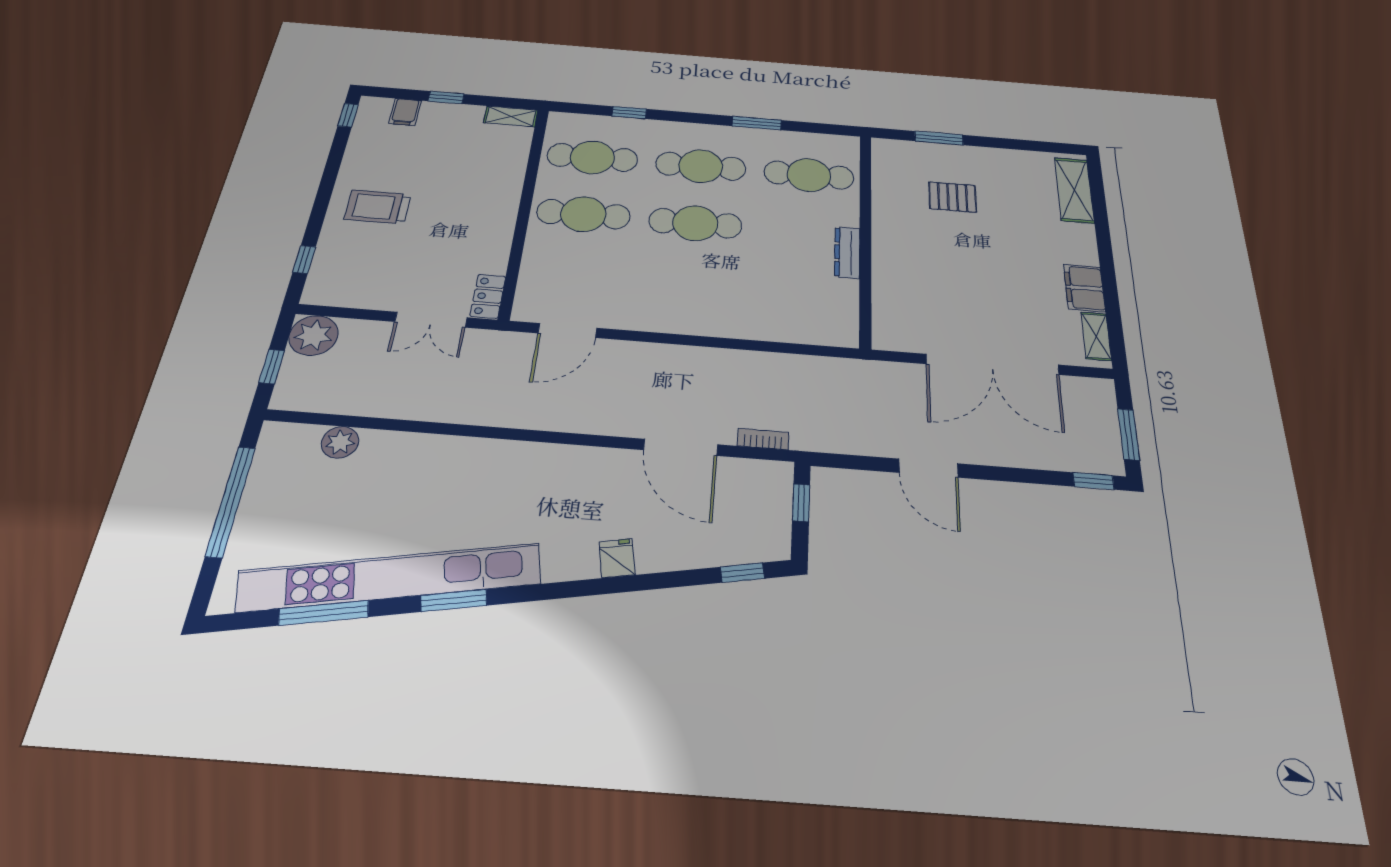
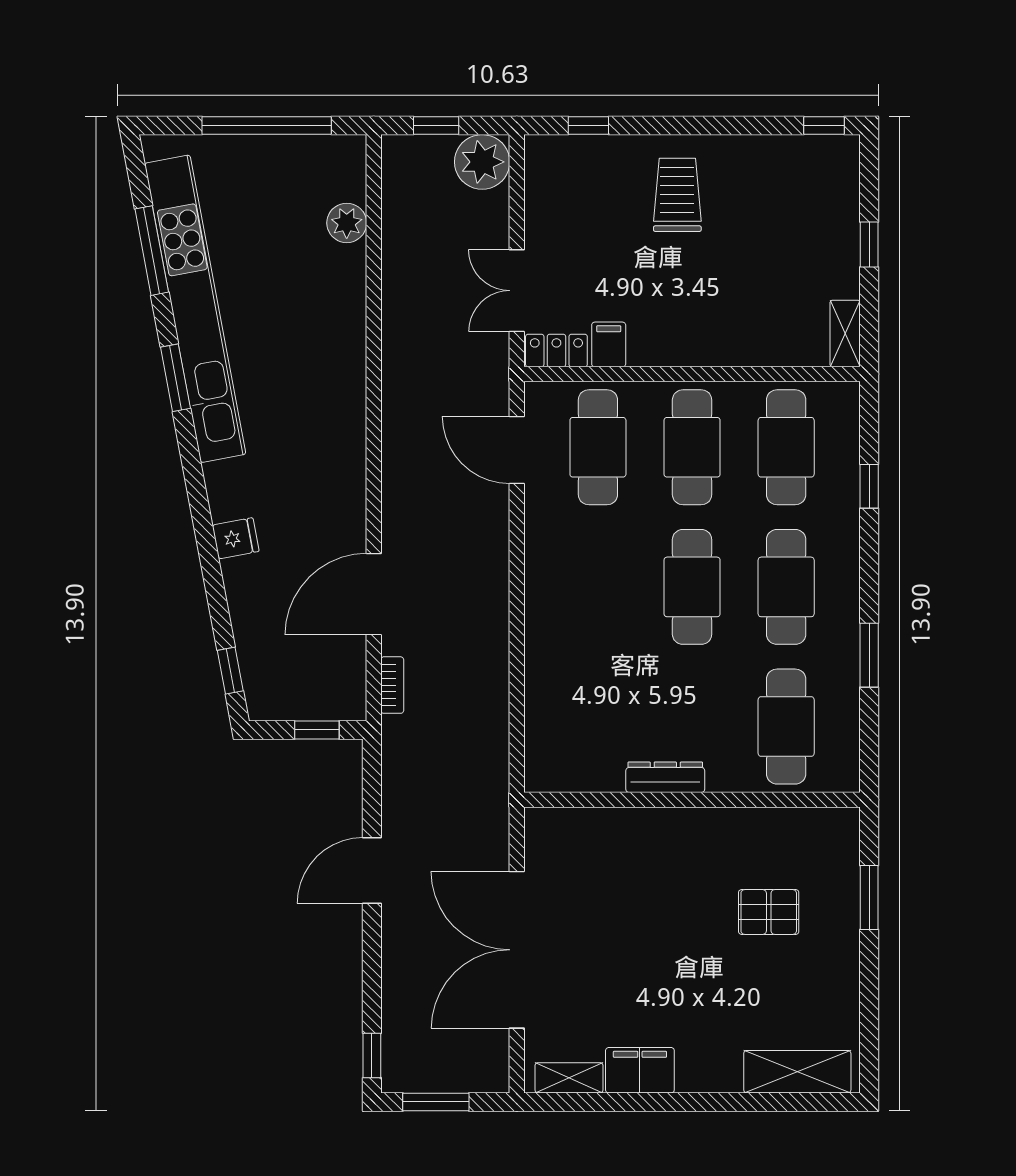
filing cabinet: (405, 112) -> (609, 344), moved, turned 90
pallet: (953, 197) -> (769, 912), turned 90
cafe table: (574, 275) -> (598, 447), added

